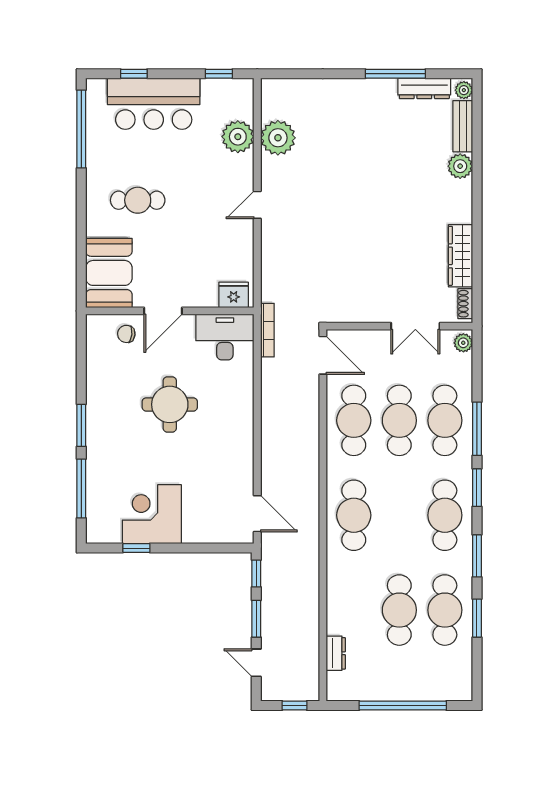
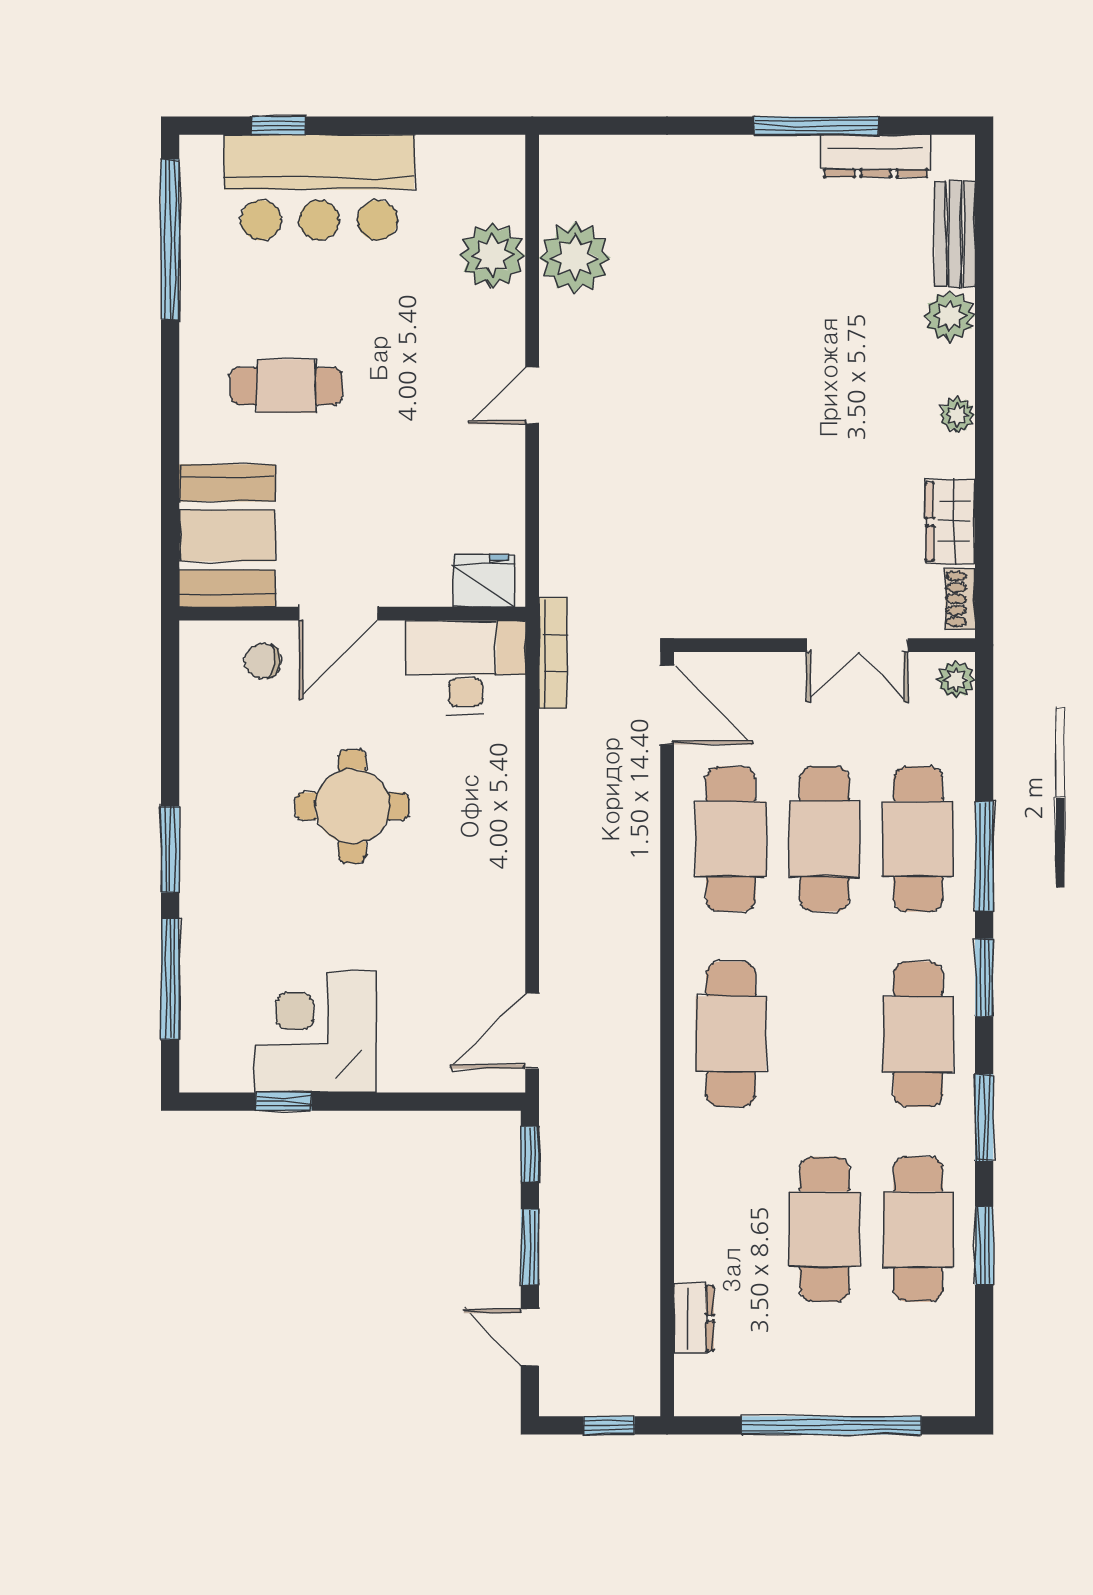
window: (219, 74) -> (453, 126), removed
plant: (464, 90) -> (957, 415), moved
wardrobe: (461, 256) -> (950, 522), width x0.67
door: (257, 514) -> (532, 1031), swing flipped

